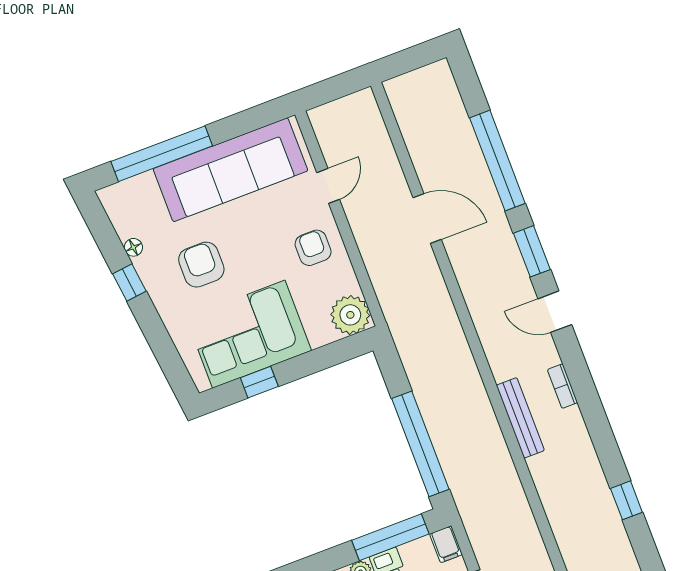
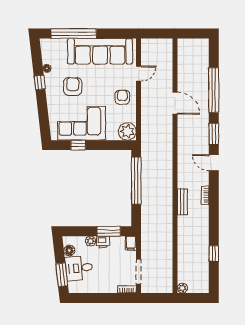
bench: (520, 418) -> (182, 202), width x0.73
window: (420, 444) -> (136, 181), moved
window: (390, 537) -> (109, 231), width x0.69

